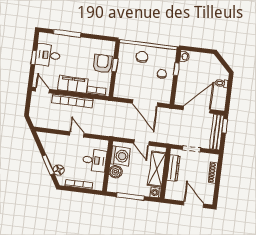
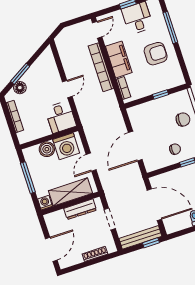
armchair: (103, 64) -> (156, 54), moved
desk: (95, 160) -> (61, 117), moved

